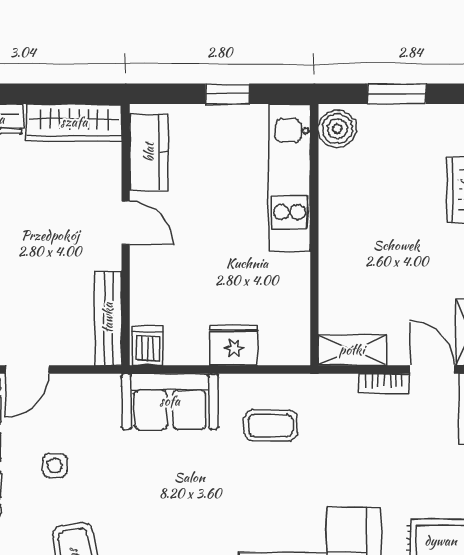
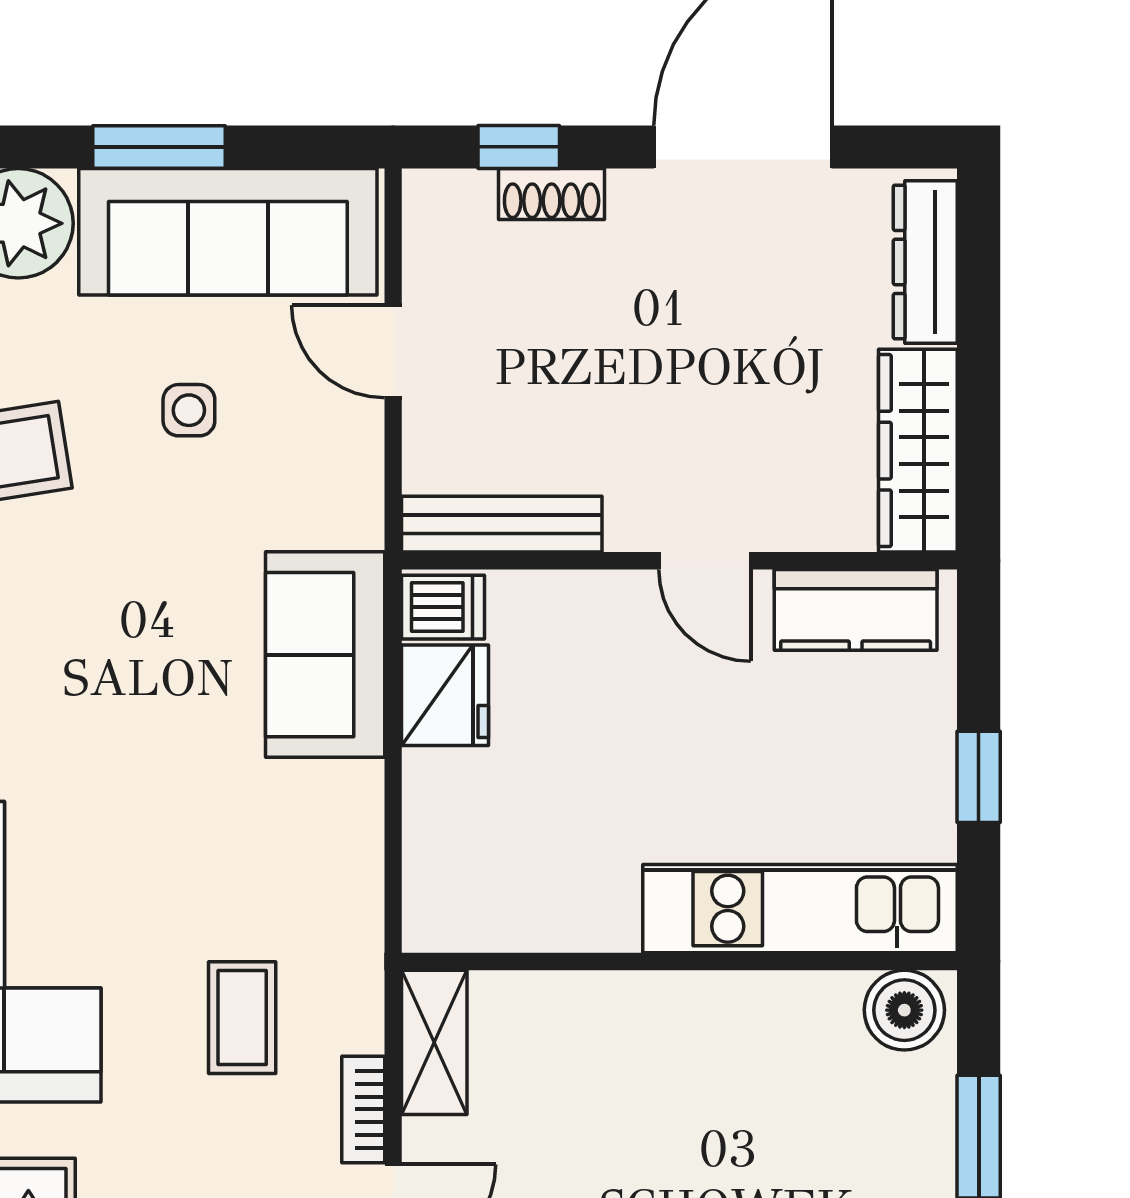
door: (126, 223) -> (705, 561), hinge flipped
fridge: (234, 345) -> (445, 695), moved
coffee table: (271, 425) -> (242, 1018), moved

